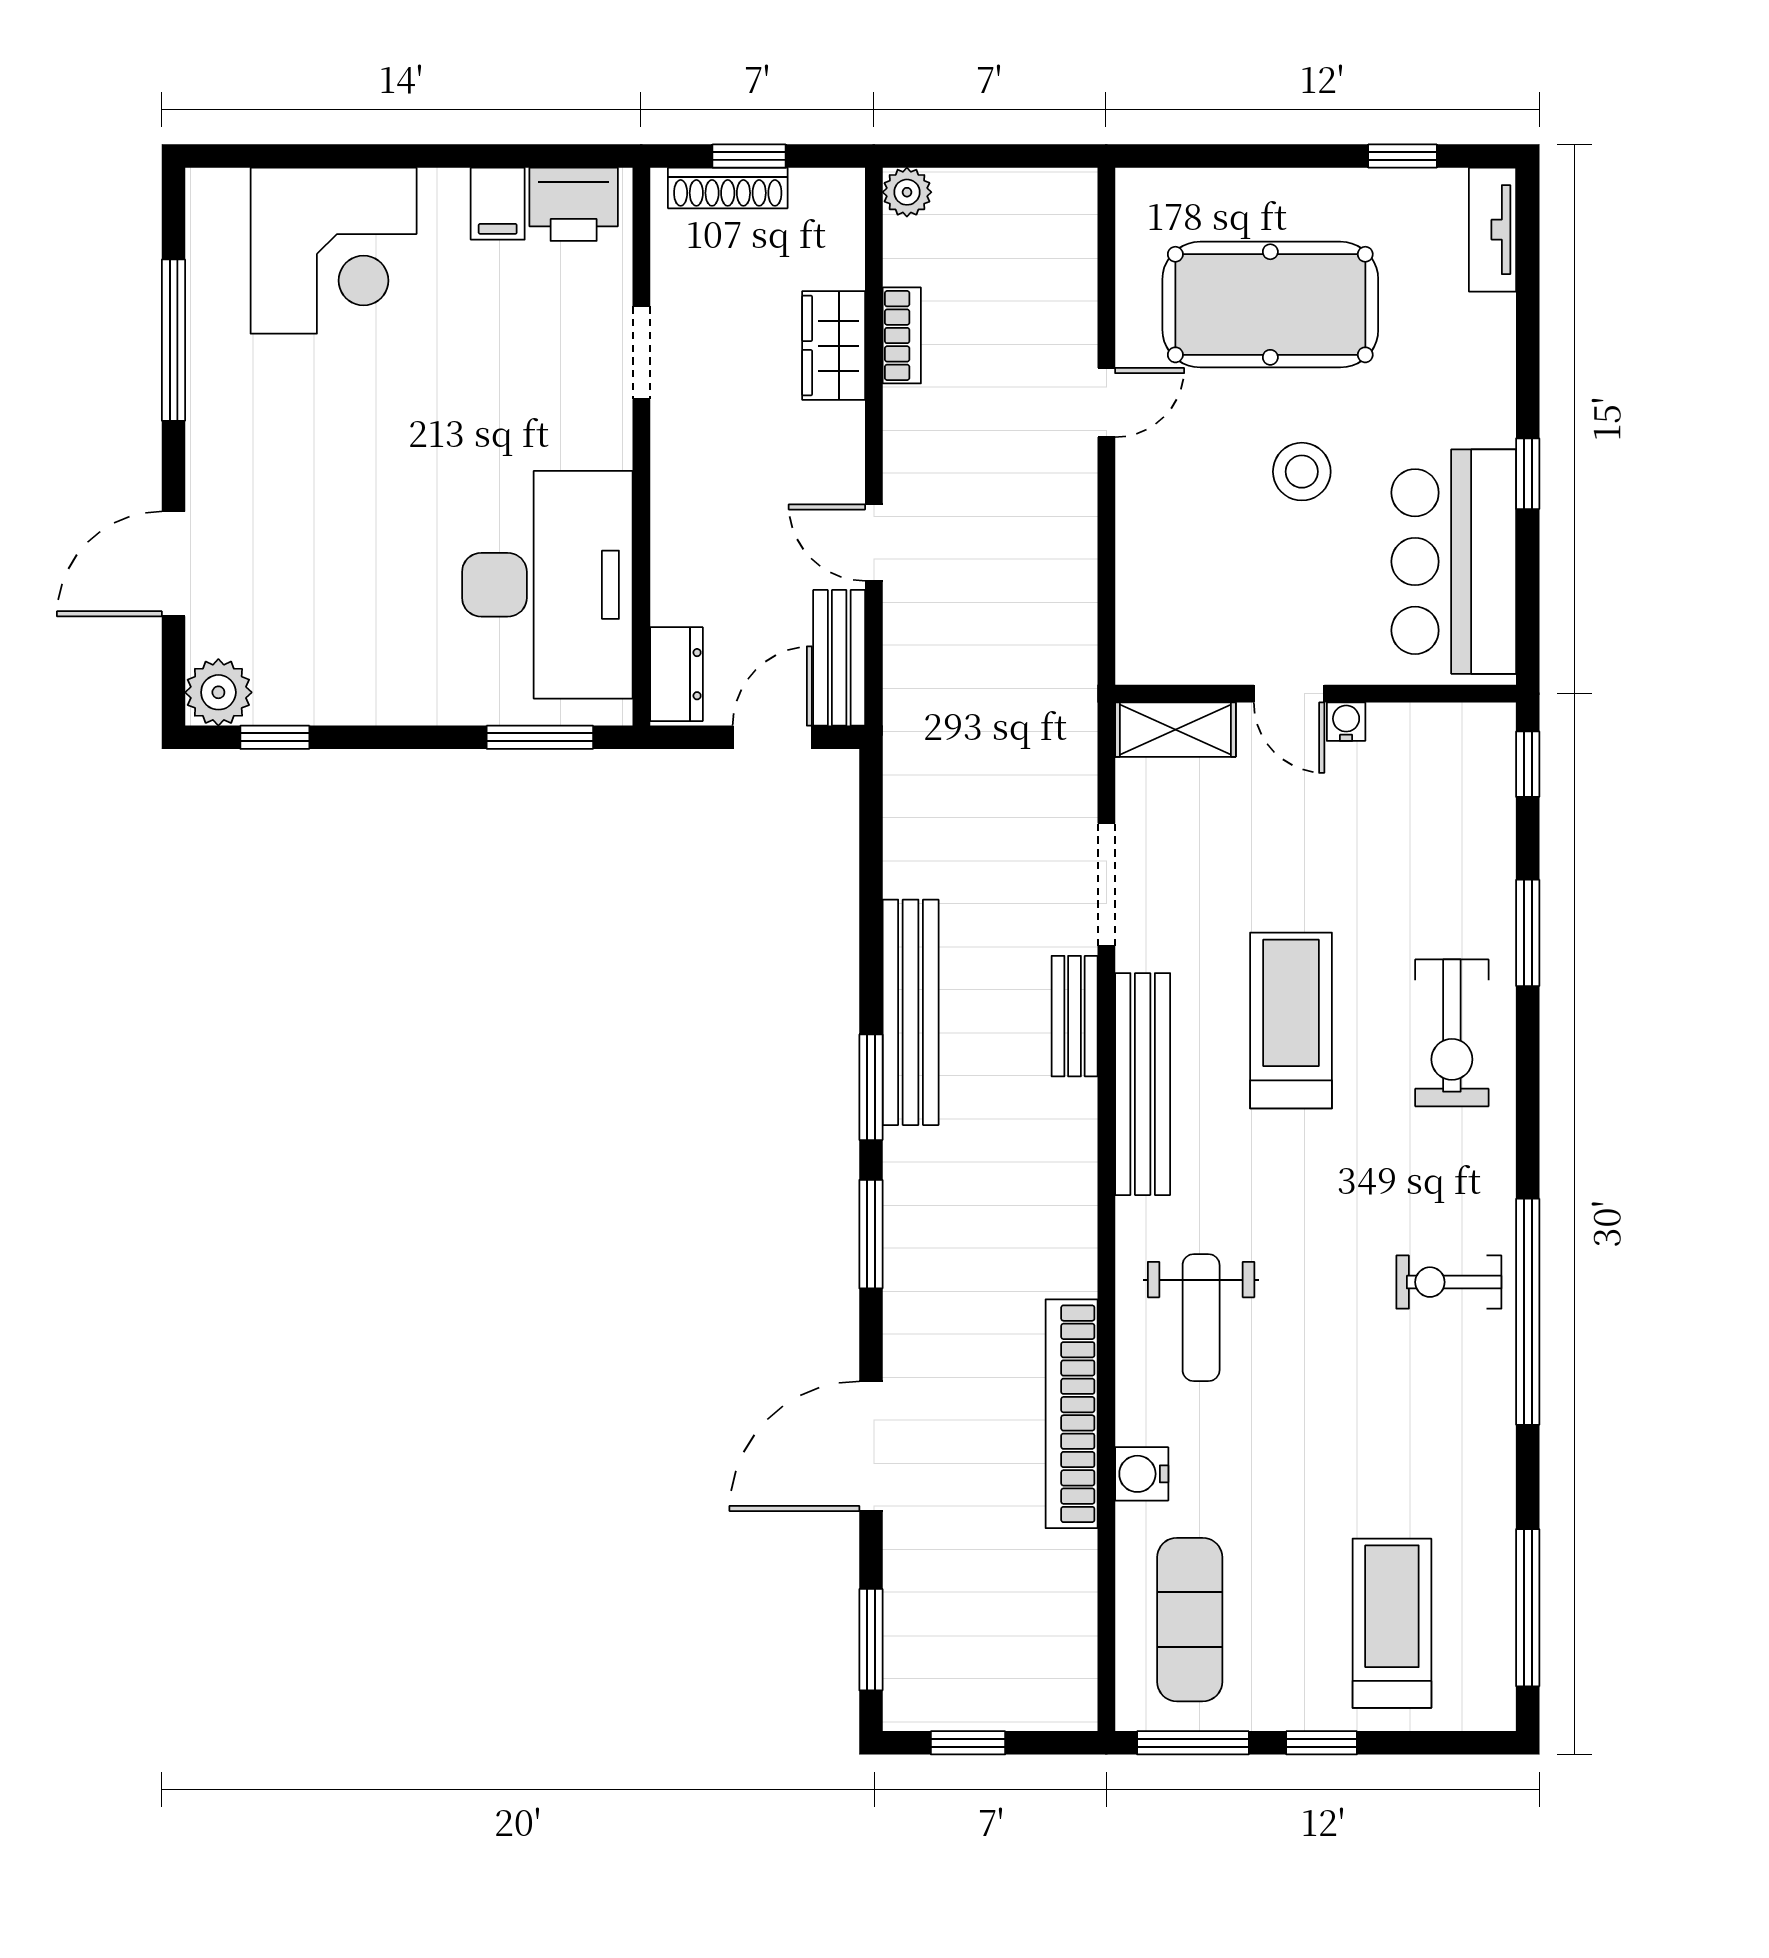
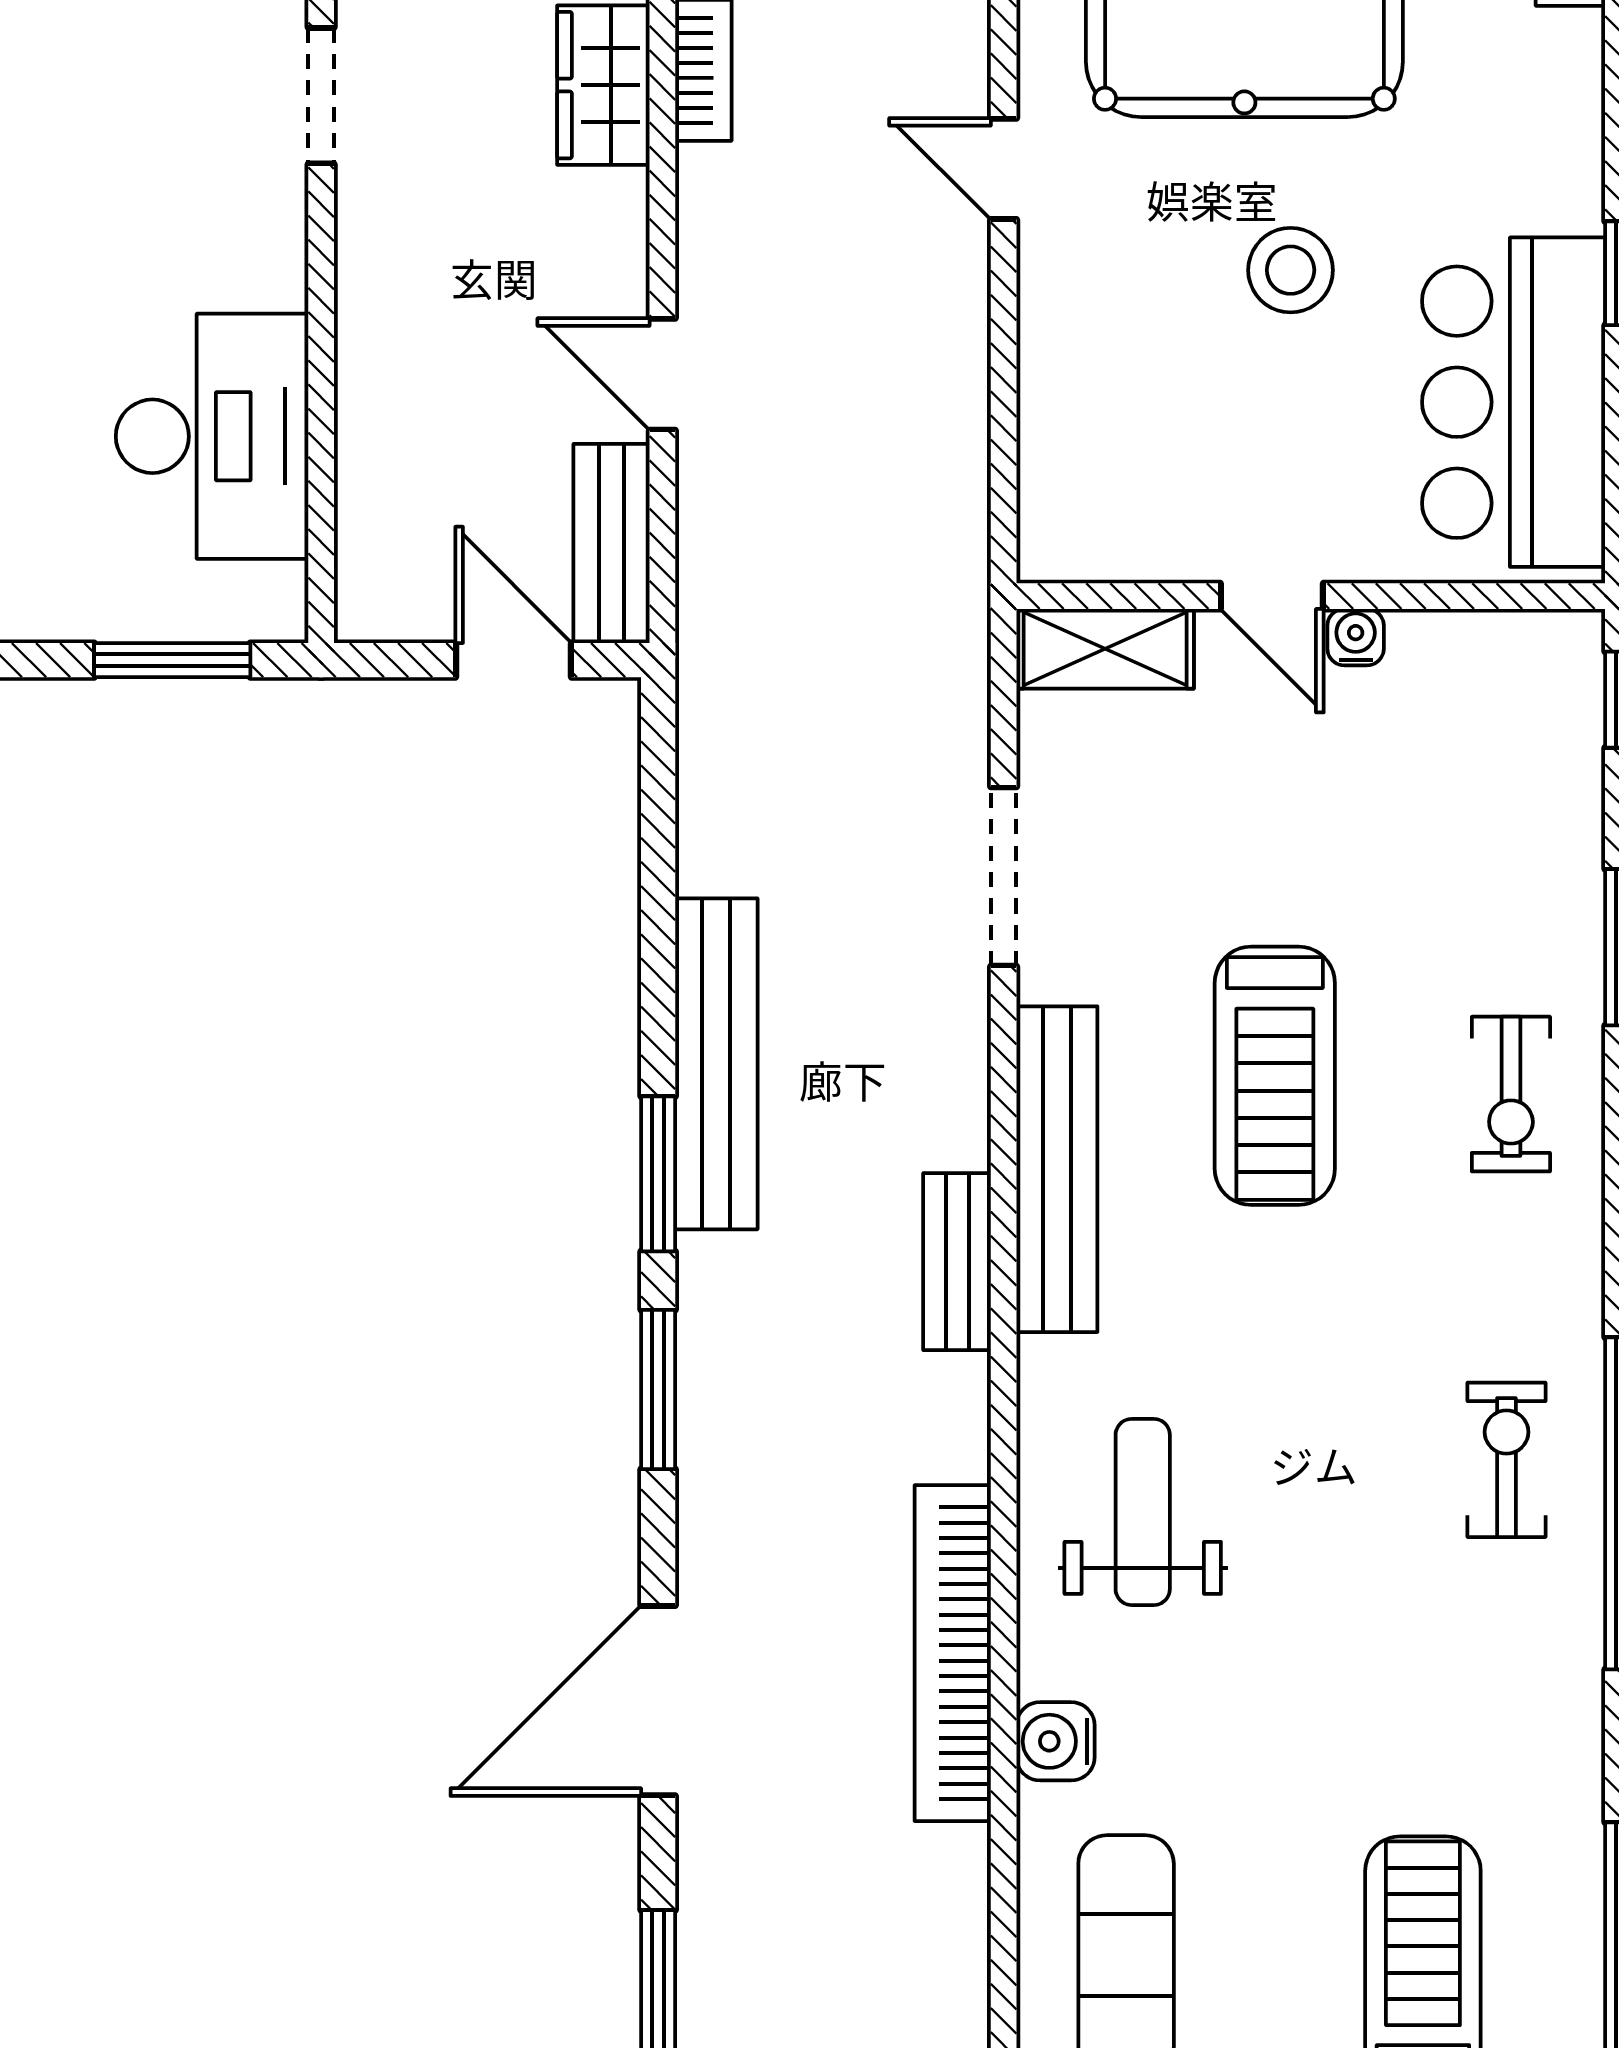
door: (1106, 403) -> (1004, 169), swing flipped
desk: (547, 585) -> (212, 436), width x0.73, depth x0.77
dresser: (676, 674) -> (373, 567), removed
door: (772, 737) -> (513, 660), hinge flipped
bench: (1075, 1016) -> (957, 1262), moved
treadmill: (1291, 1020) -> (1275, 1076), turned 180
exercise bike: (1452, 1033) -> (1511, 1094), width x0.73, depth x0.72
exercise bike: (1449, 1282) -> (1506, 1460), turned 90
weight bench: (1201, 1318) -> (1143, 1512), turned 180

